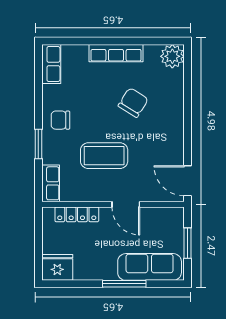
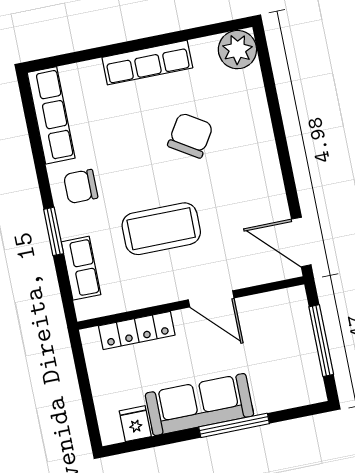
row of seats: (51, 64) -> (51, 115), width x1.48
row of seats: (51, 183) -> (81, 268), moved
window: (187, 243) -> (321, 341), width x1.44
fridge: (57, 267) -> (135, 424), width x0.53, depth x0.75
sofa: (150, 267) -> (199, 405), moved

